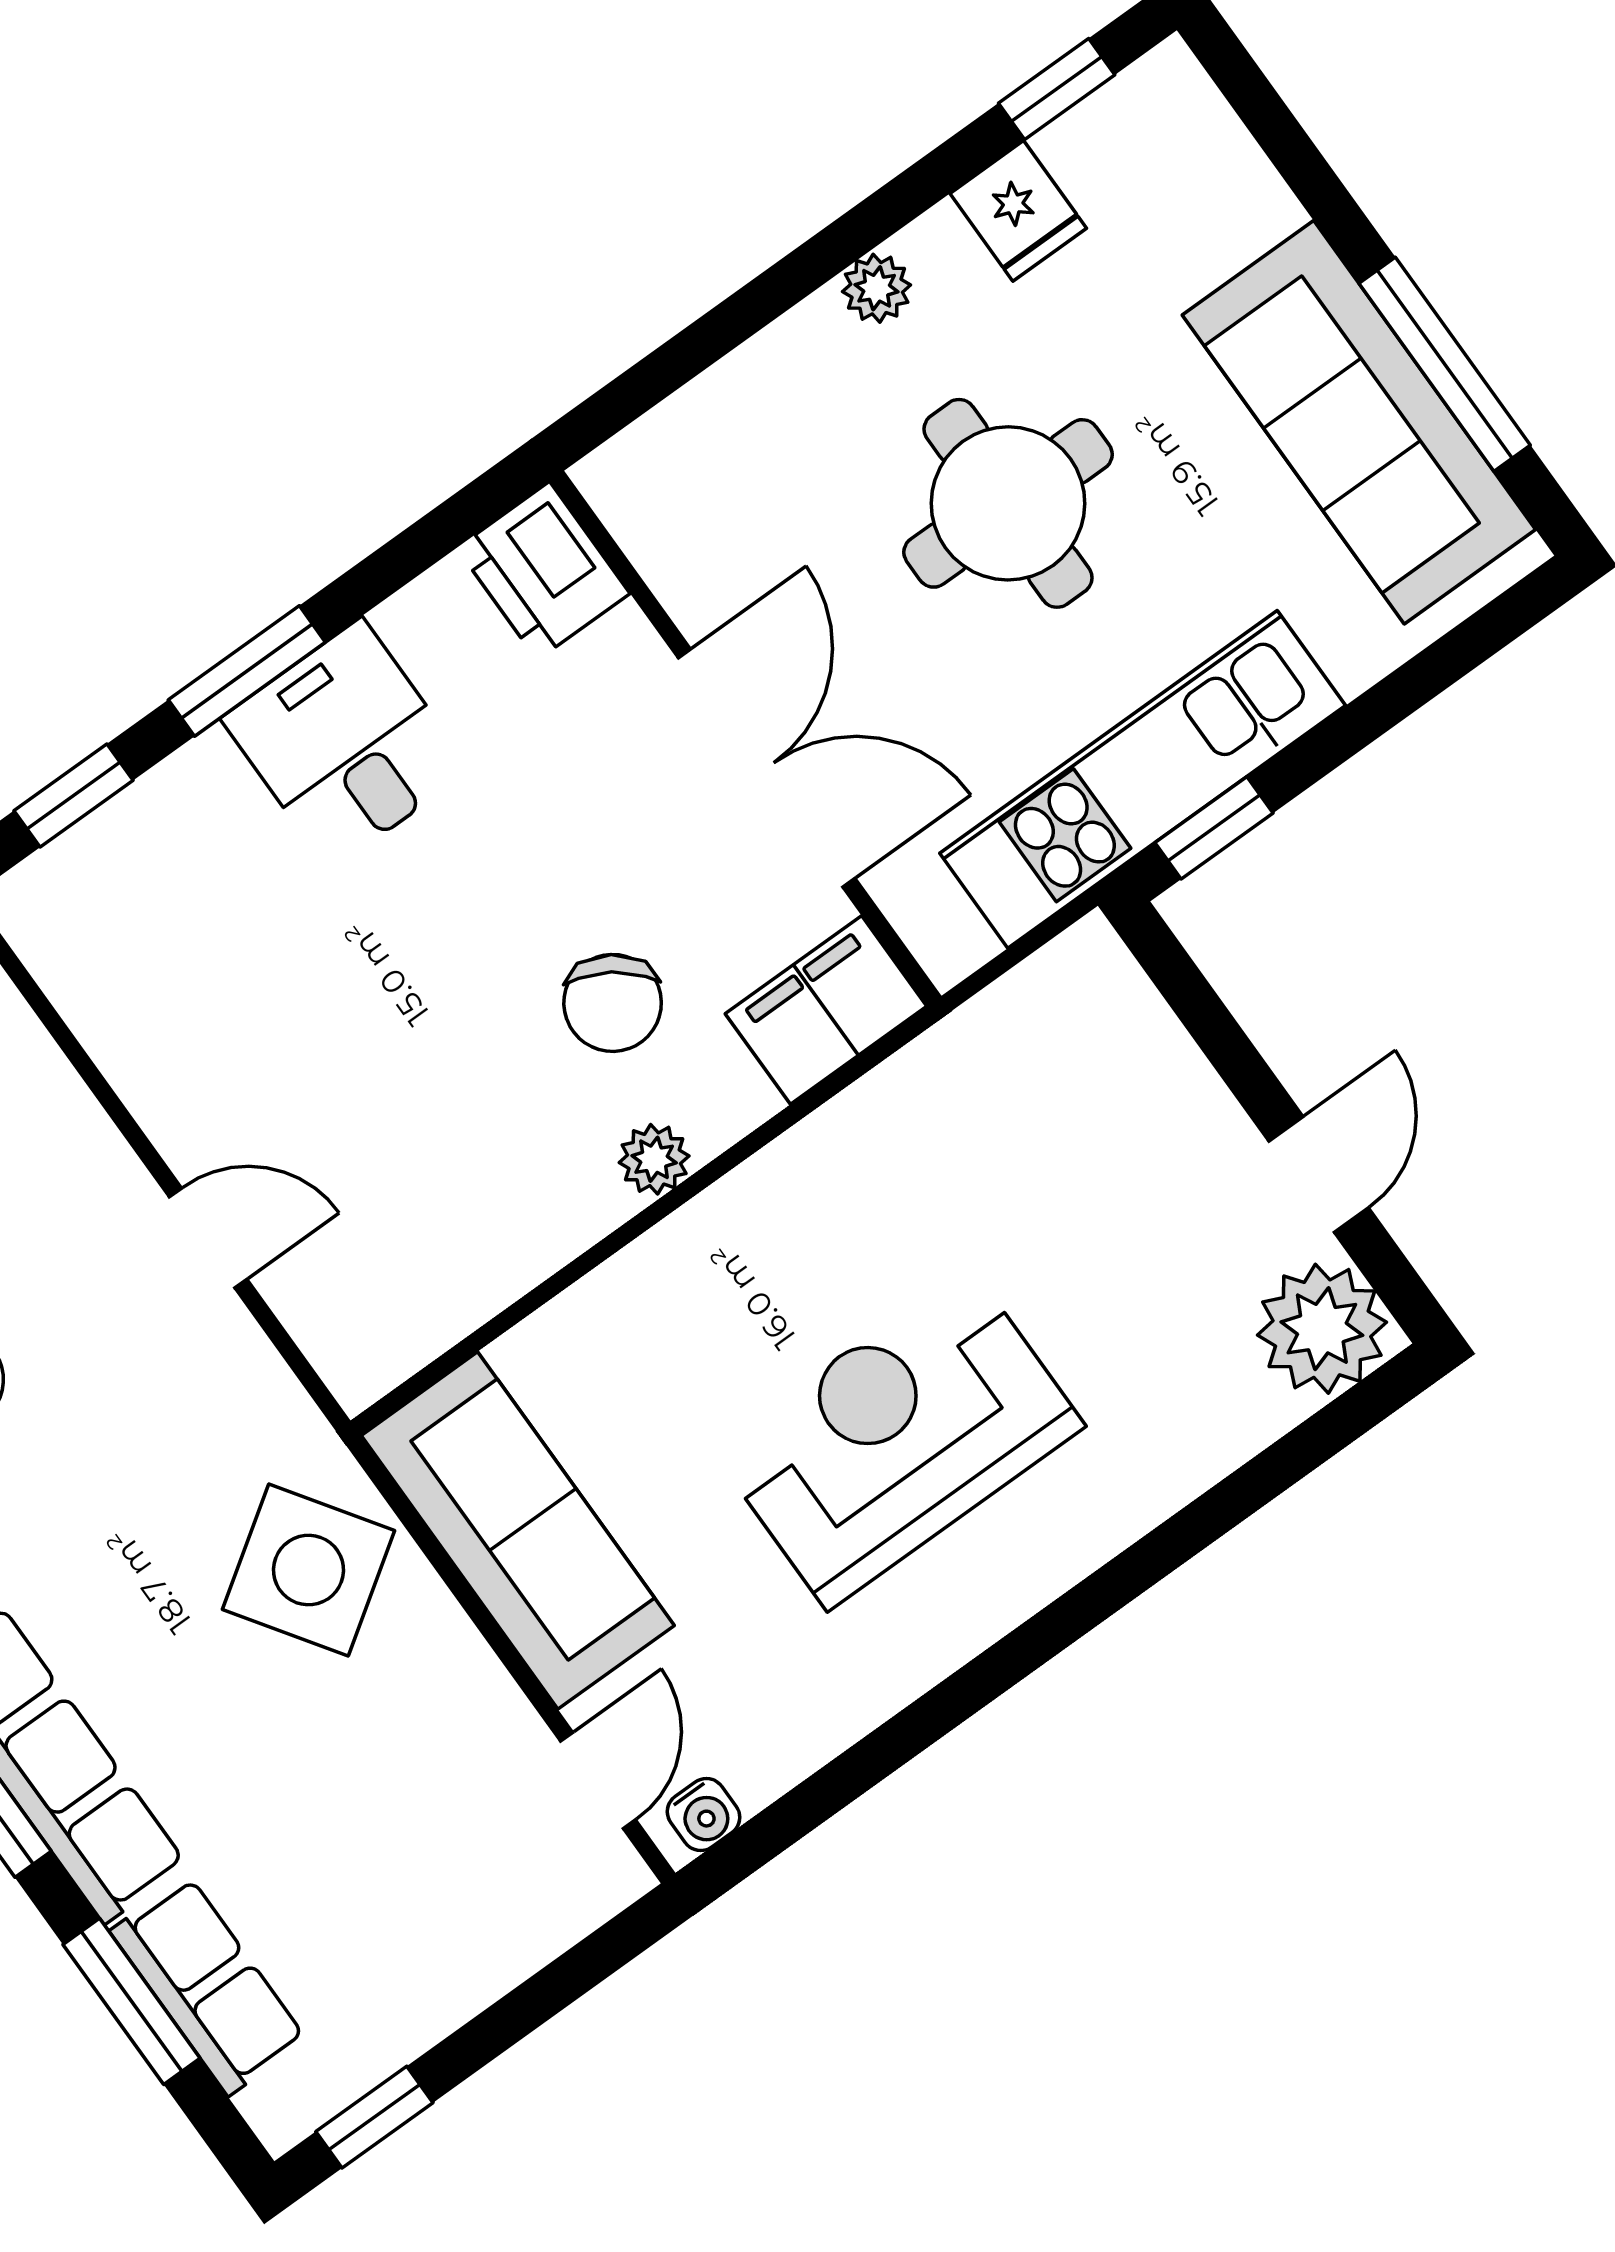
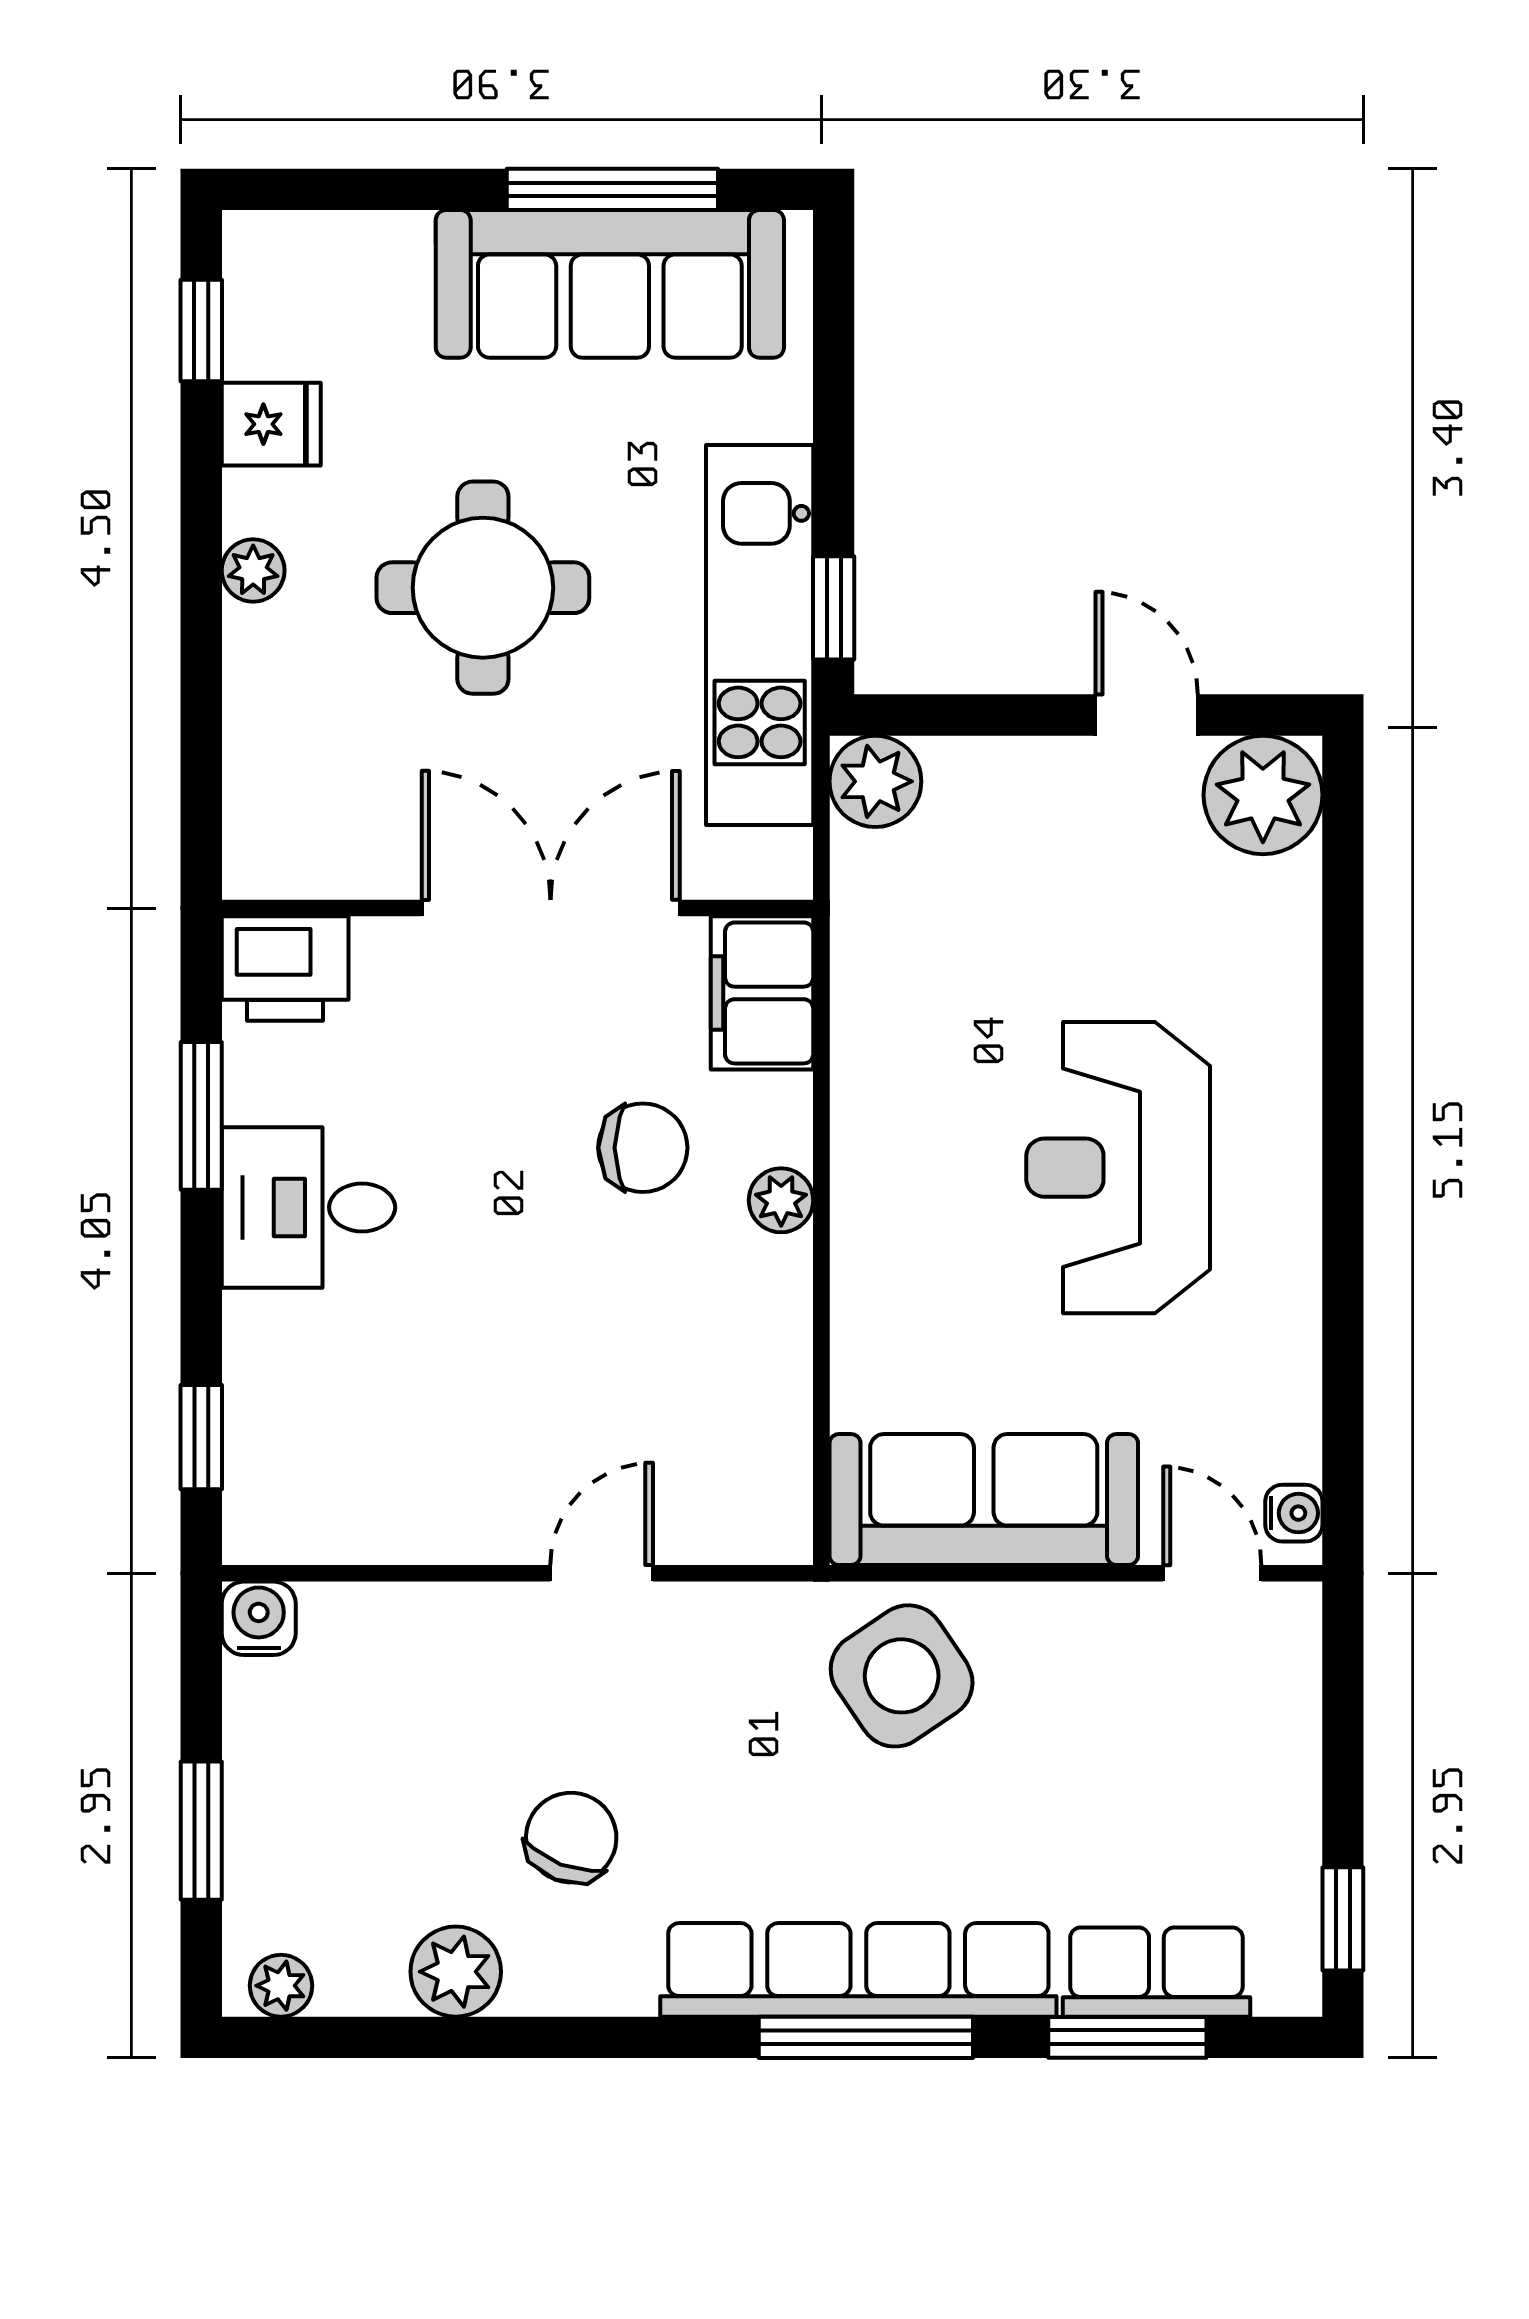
window: (247, 671) -> (201, 1116), moved
plant: (1086, 976) -> (875, 781), added
chair: (613, 1003) -> (643, 1148), turned -34

